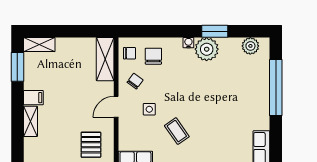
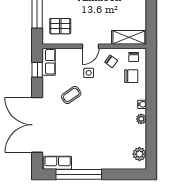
window: (215, 31) -> (151, 125), removed
plant: (207, 49) -> (141, 119), width x0.53, depth x0.53
window: (276, 87) -> (79, 174), moved
door: (116, 107) -> (91, 46), swing flipped

